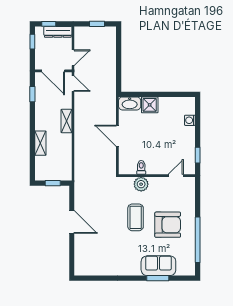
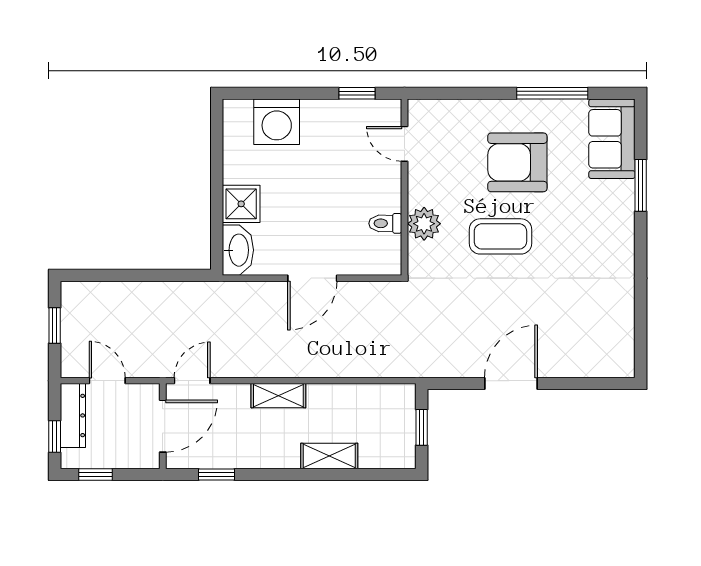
door: (73, 58) -> (107, 381), moved
washing machine: (190, 120) -> (277, 122), width x1.89, depth x1.89
armchair: (168, 225) -> (517, 162), turned -90
window: (198, 240) -> (552, 93), width x0.68
sofa: (158, 266) -> (612, 139), moved

